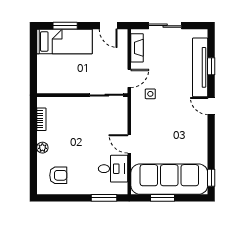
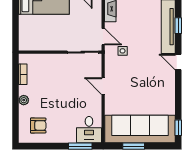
door: (129, 78) -> (103, 37), hinge flipped
door: (129, 144) -> (103, 86), moved
desk: (113, 169) -> (89, 130), moved, turned 90

